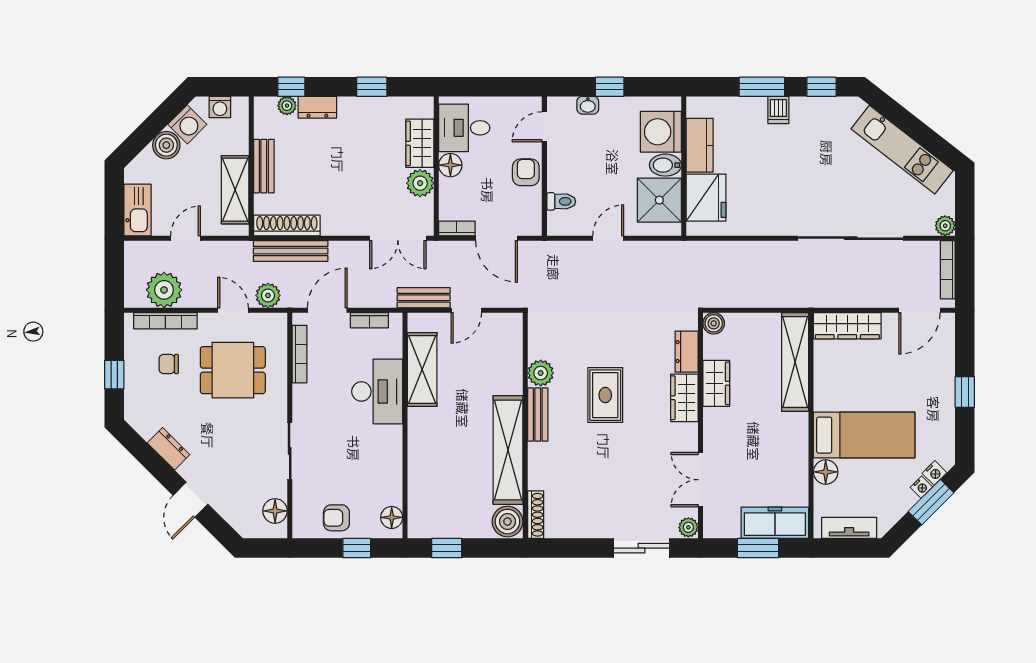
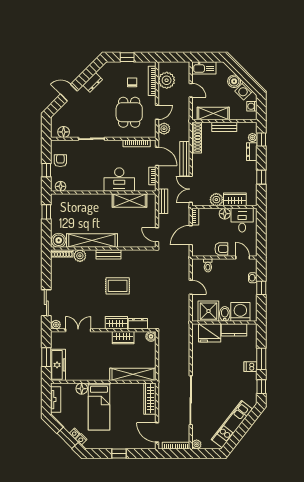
bench: (291, 251) -> (185, 159), moved
door: (466, 310) -> (157, 235), moved
plant: (541, 373) -> (80, 256), moved

